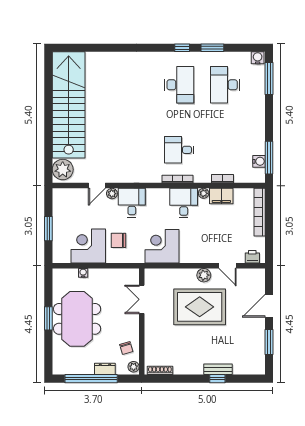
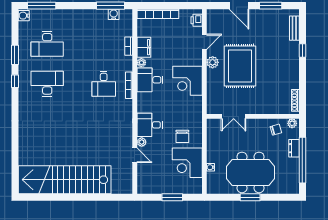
plant: (63, 170) -> (121, 185), removed
corner desk: (162, 246) -> (187, 81), moved
bench: (218, 369) -> (294, 28), moved

